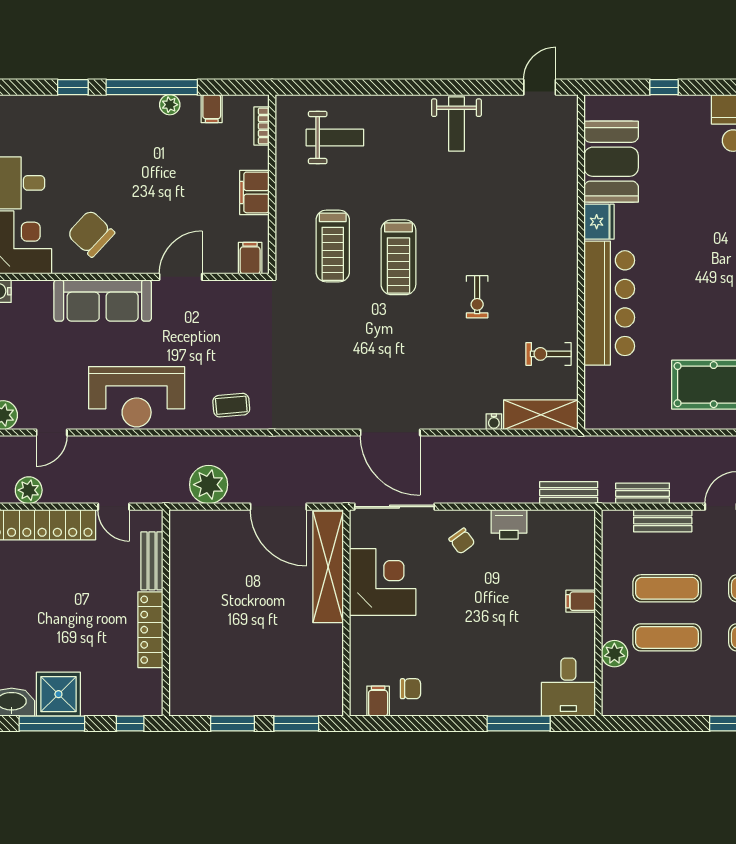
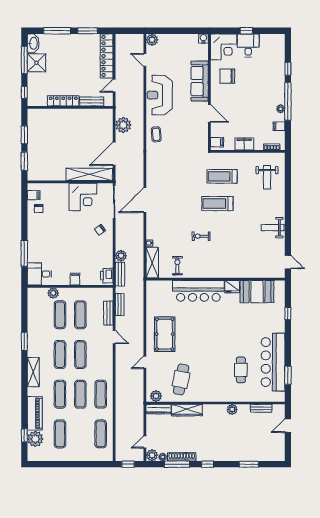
chair: (91, 234) -> (227, 76), turned -133
plant: (29, 490) -> (121, 256), moved
printer: (509, 524) -> (107, 276), moved

